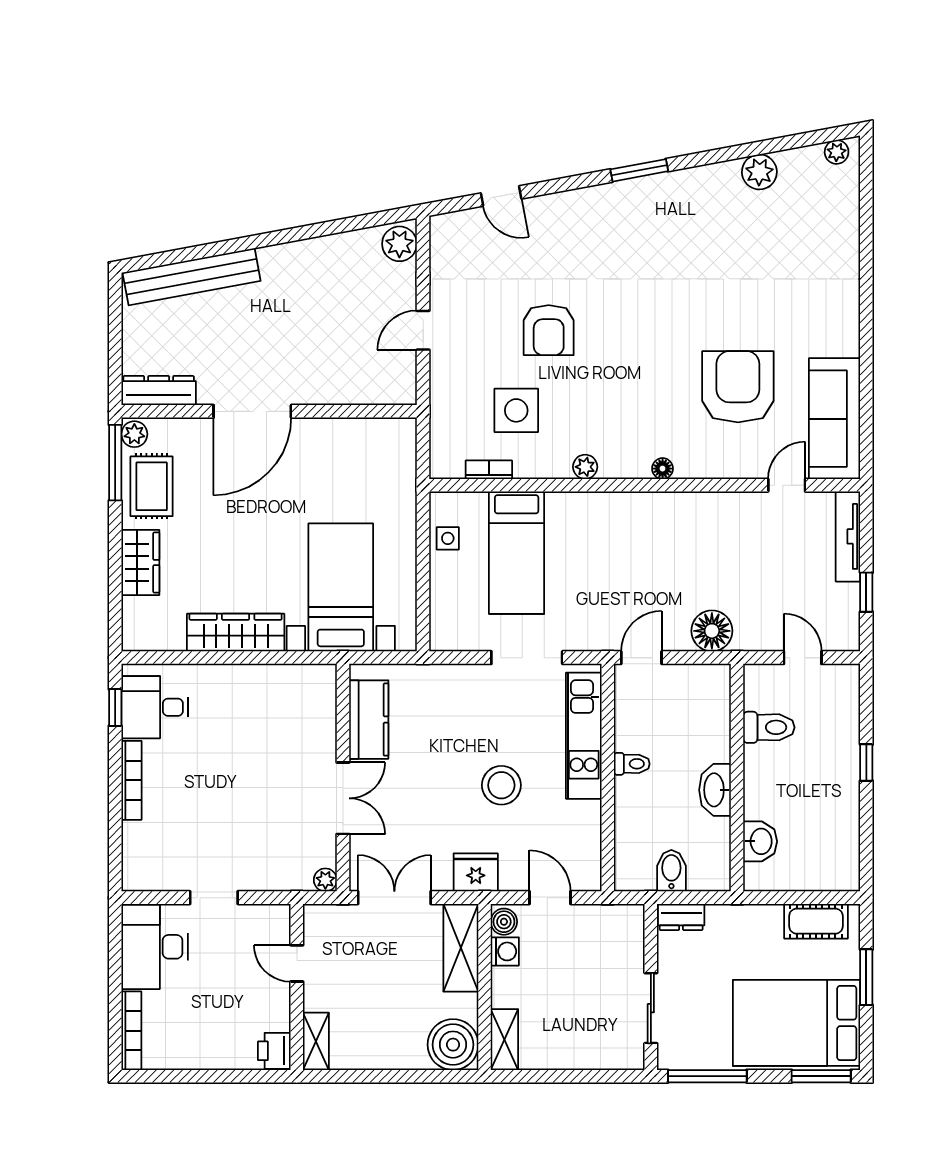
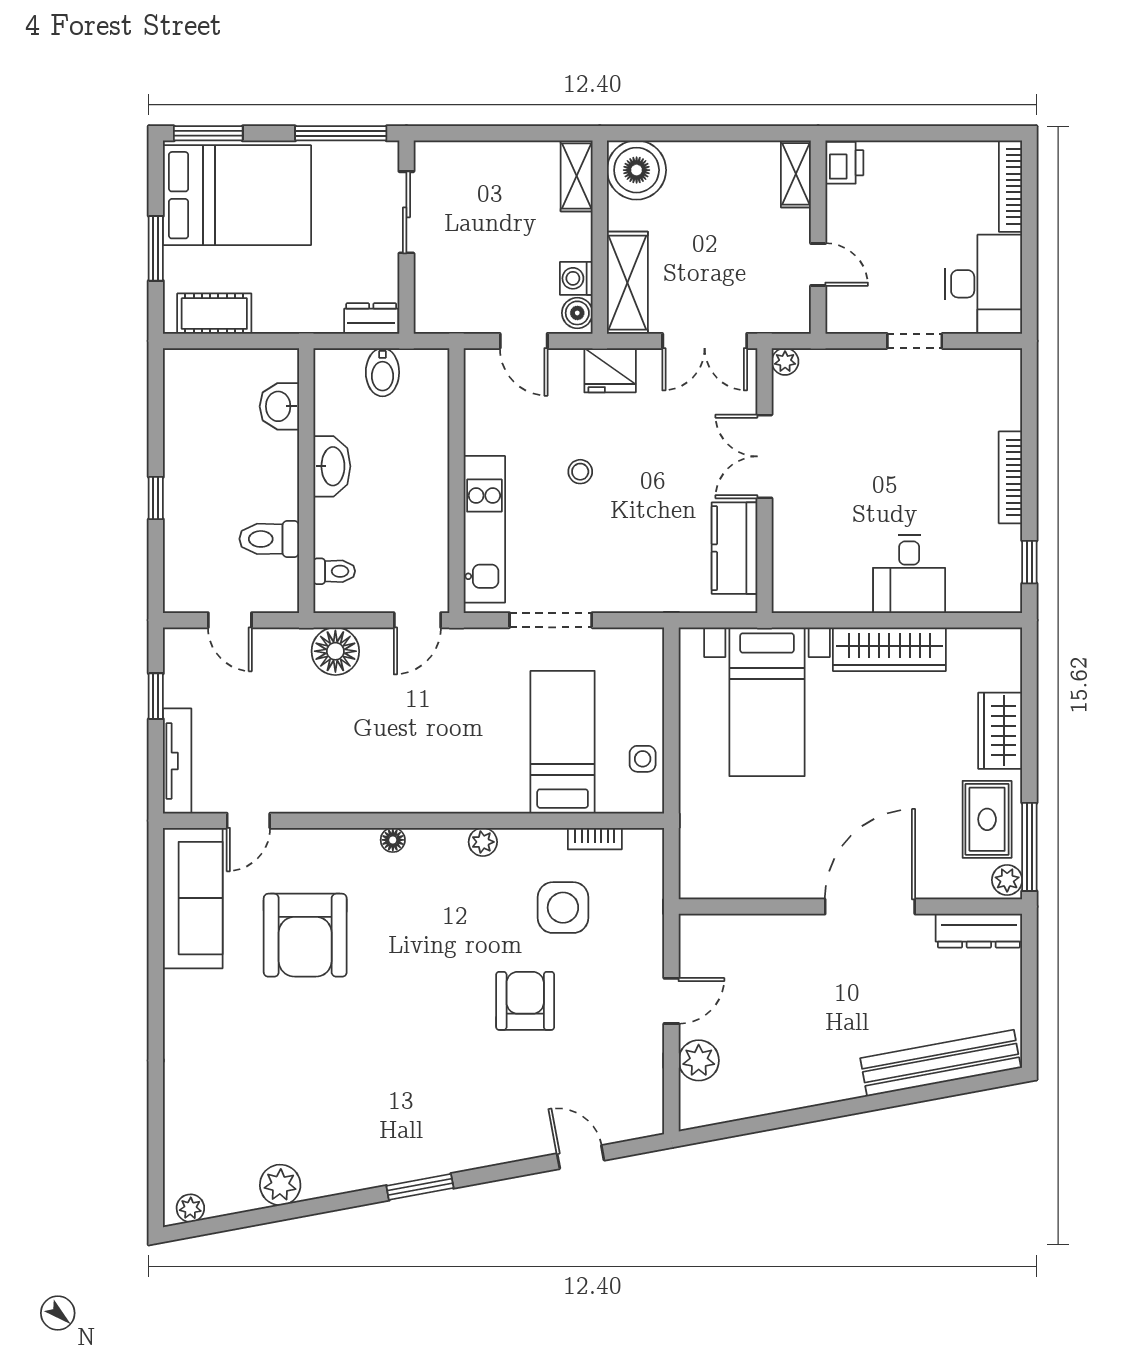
plant: (399, 244) -> (699, 1060), moved
desk: (155, 707) -> (909, 574), moved, turned 90
toilet: (632, 764) -> (334, 571), moved, turned 180
stool: (501, 785) -> (580, 472), width x0.53, depth x0.53

